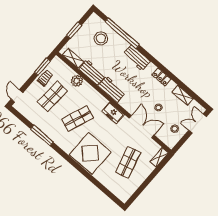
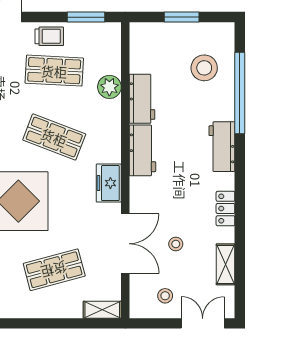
shelving: (73, 58) -> (138, 52), removed
trolley: (45, 78) -> (49, 36), moved

